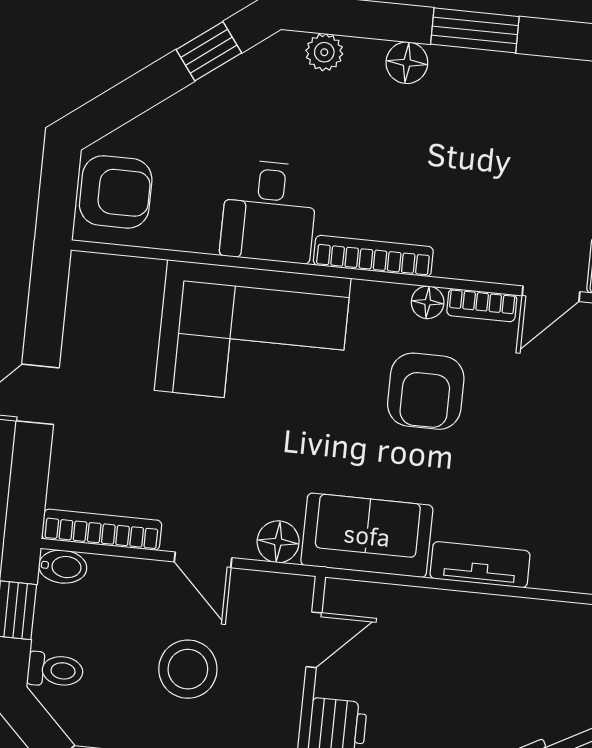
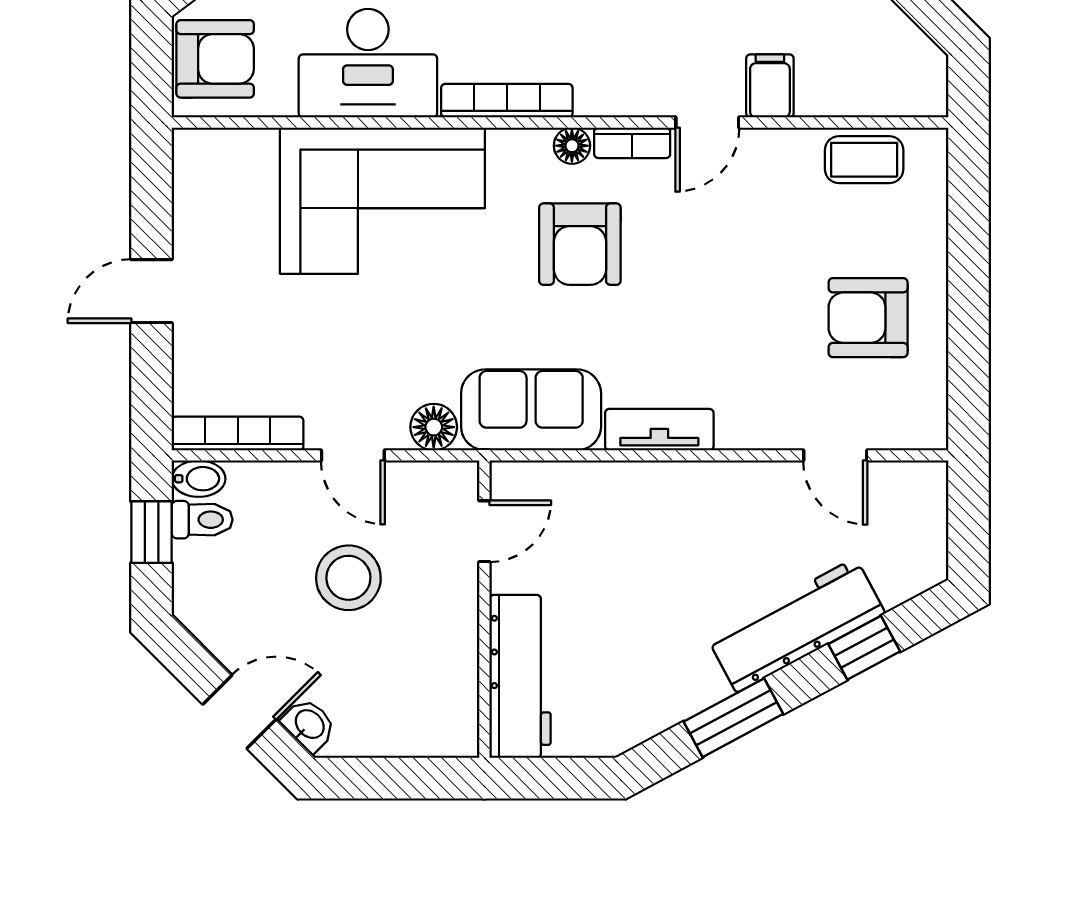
desk: (269, 211) -> (368, 63), width x1.37
toilet: (55, 670) -> (202, 520), moved

